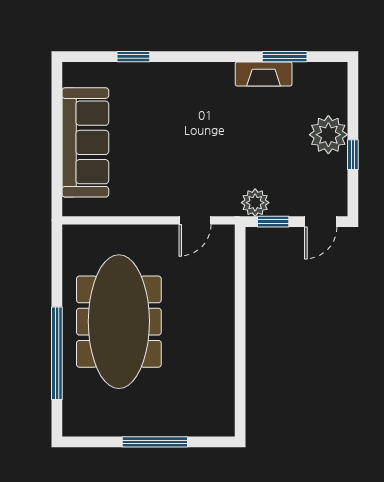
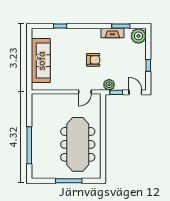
plant: (328, 135) -> (138, 36), moved
armchair: (216, 141) -> (93, 60), added
door: (321, 222) -> (135, 92), swing flipped
meeting table: (119, 322) -> (78, 144), moved

